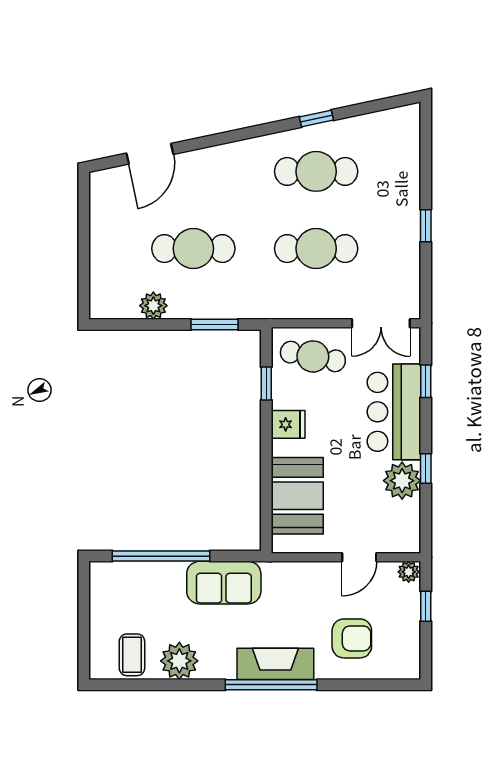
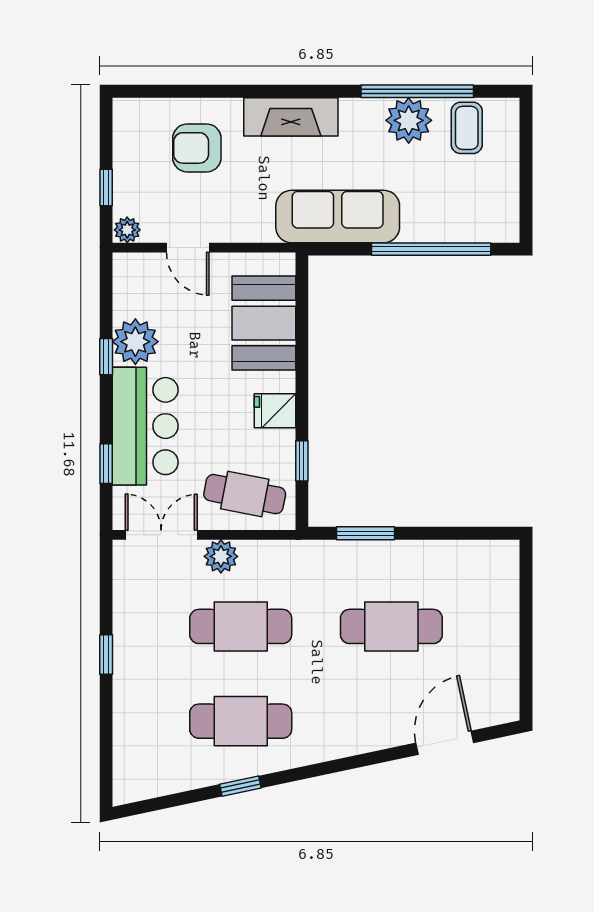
plant: (153, 306) -> (221, 556), moved
door: (359, 557) -> (188, 248), swing flipped
sofa: (224, 583) -> (338, 217), width x1.36
window: (271, 685) -> (417, 91), moved

